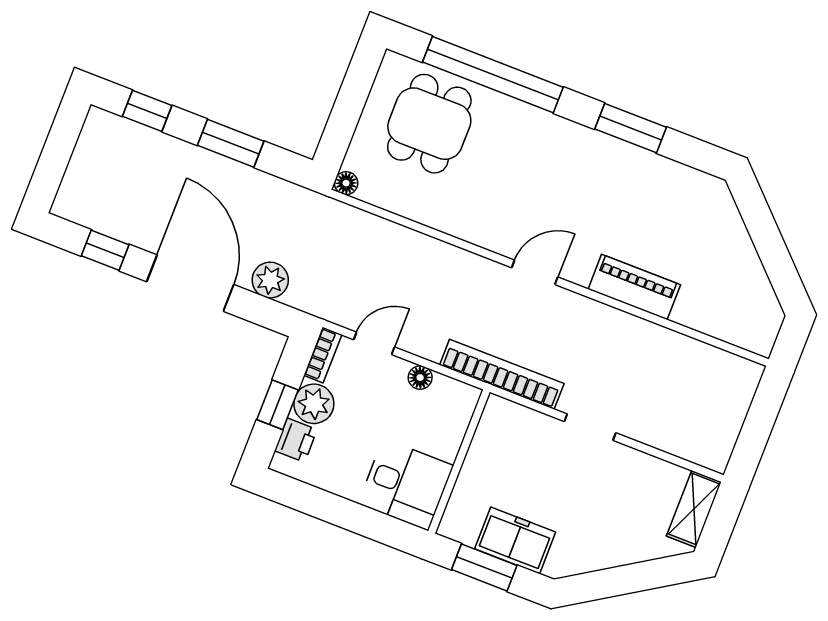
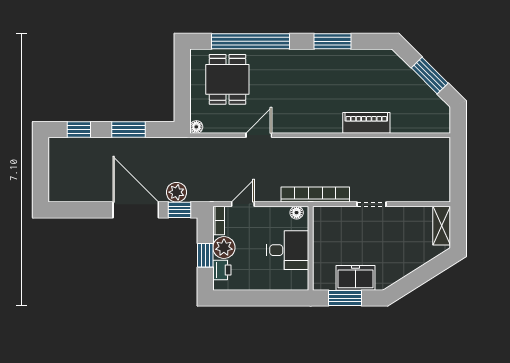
window: (772, 249) -> (430, 75), added
window: (105, 250) -> (180, 210), moved
door: (535, 272) -> (259, 135), moved
floor lamp: (420, 378) -> (297, 213), moved
desk: (406, 484) -> (288, 250), moved

